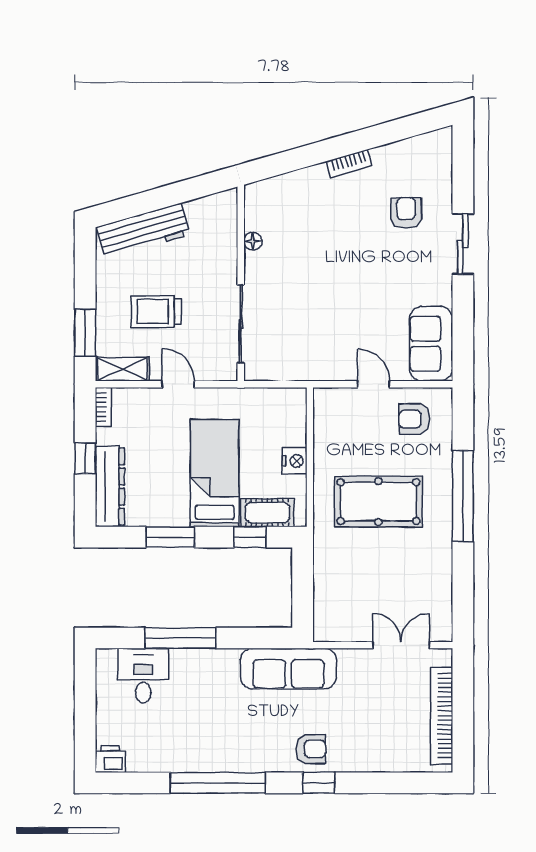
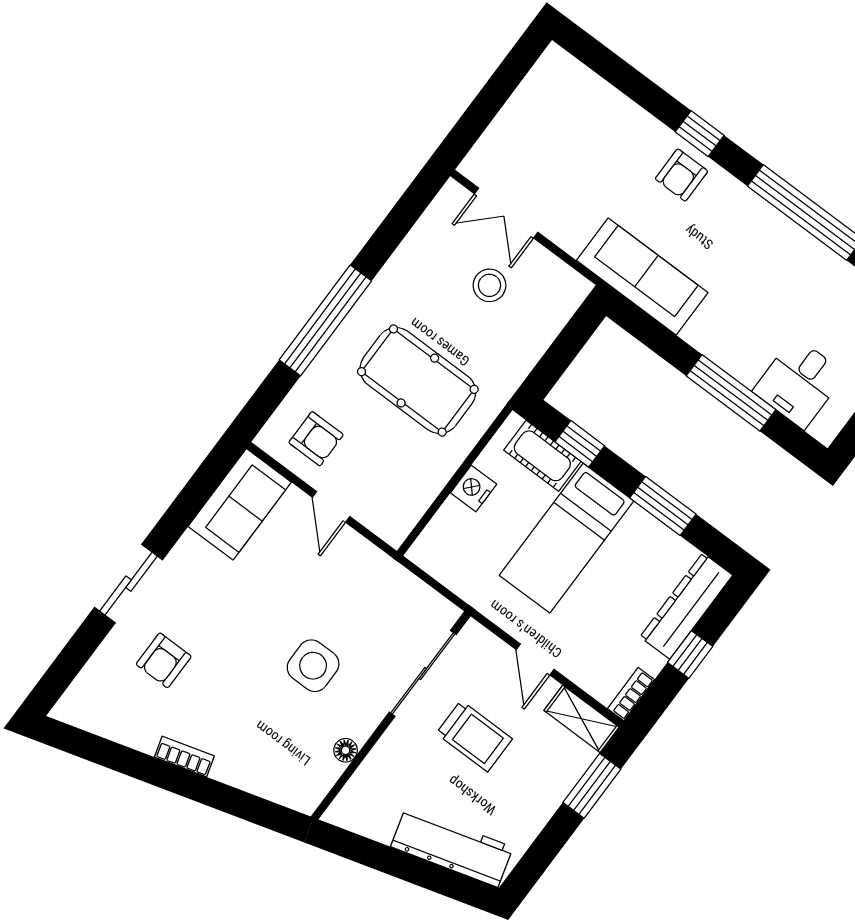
side table: (312, 278) -> (313, 666), added
trolley: (156, 312) -> (474, 736), moved
stool: (378, 593) -> (489, 285), added
bookcase: (442, 716) -> (519, 108), removed
armchair: (311, 749) -> (681, 175), turned -90

